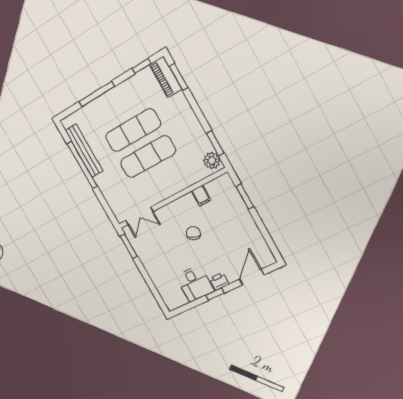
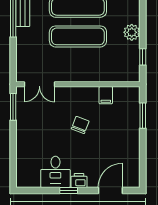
window: (215, 143) -> (143, 57), width x0.67
plant: (212, 161) -> (132, 32), moved

